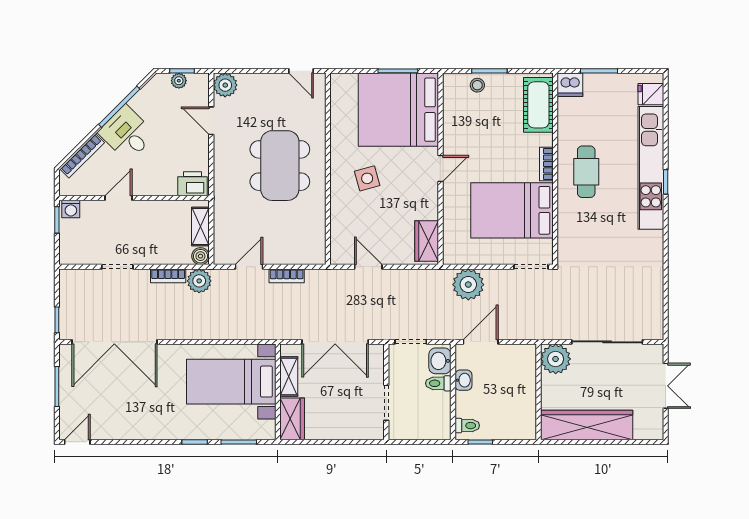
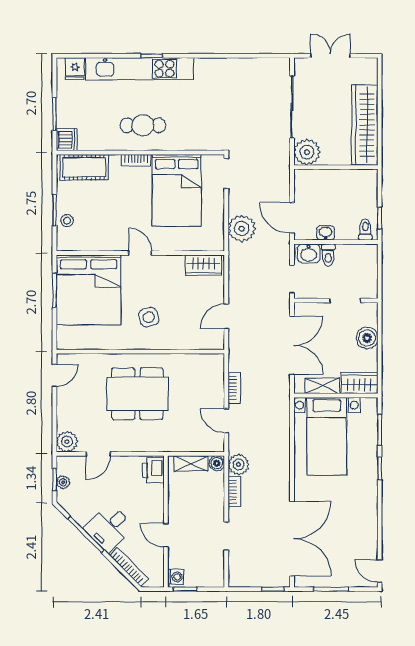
boiler: (343, 427) -> (367, 338), added

